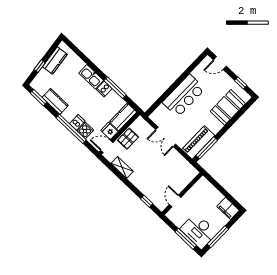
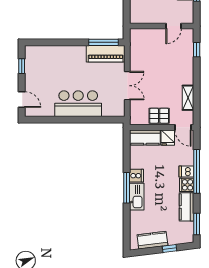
window: (115, 88) -> (127, 188), moved
booth: (228, 107) -> (53, 57), removed
cooker: (85, 131) -> (187, 185), moved

